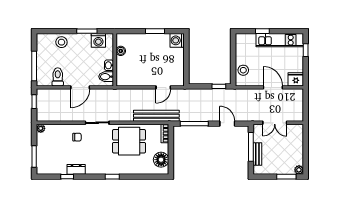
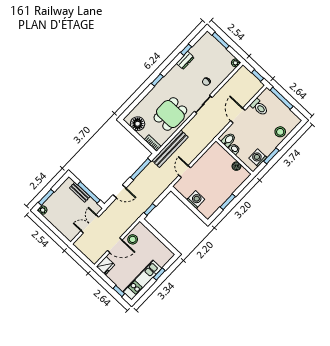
washing machine: (177, 40) -> (196, 200), moved
stool: (243, 70) -> (133, 239), moved

